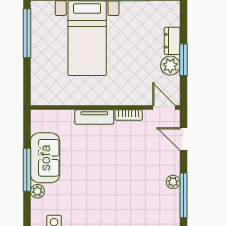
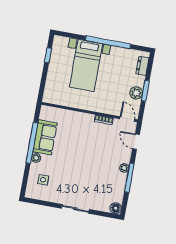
window: (27, 33) -> (48, 55), width x0.46
dresser: (172, 41) -> (142, 66), moved
tv unit: (94, 117) -> (81, 117), removed
window: (27, 170) -> (32, 143), width x1.46

